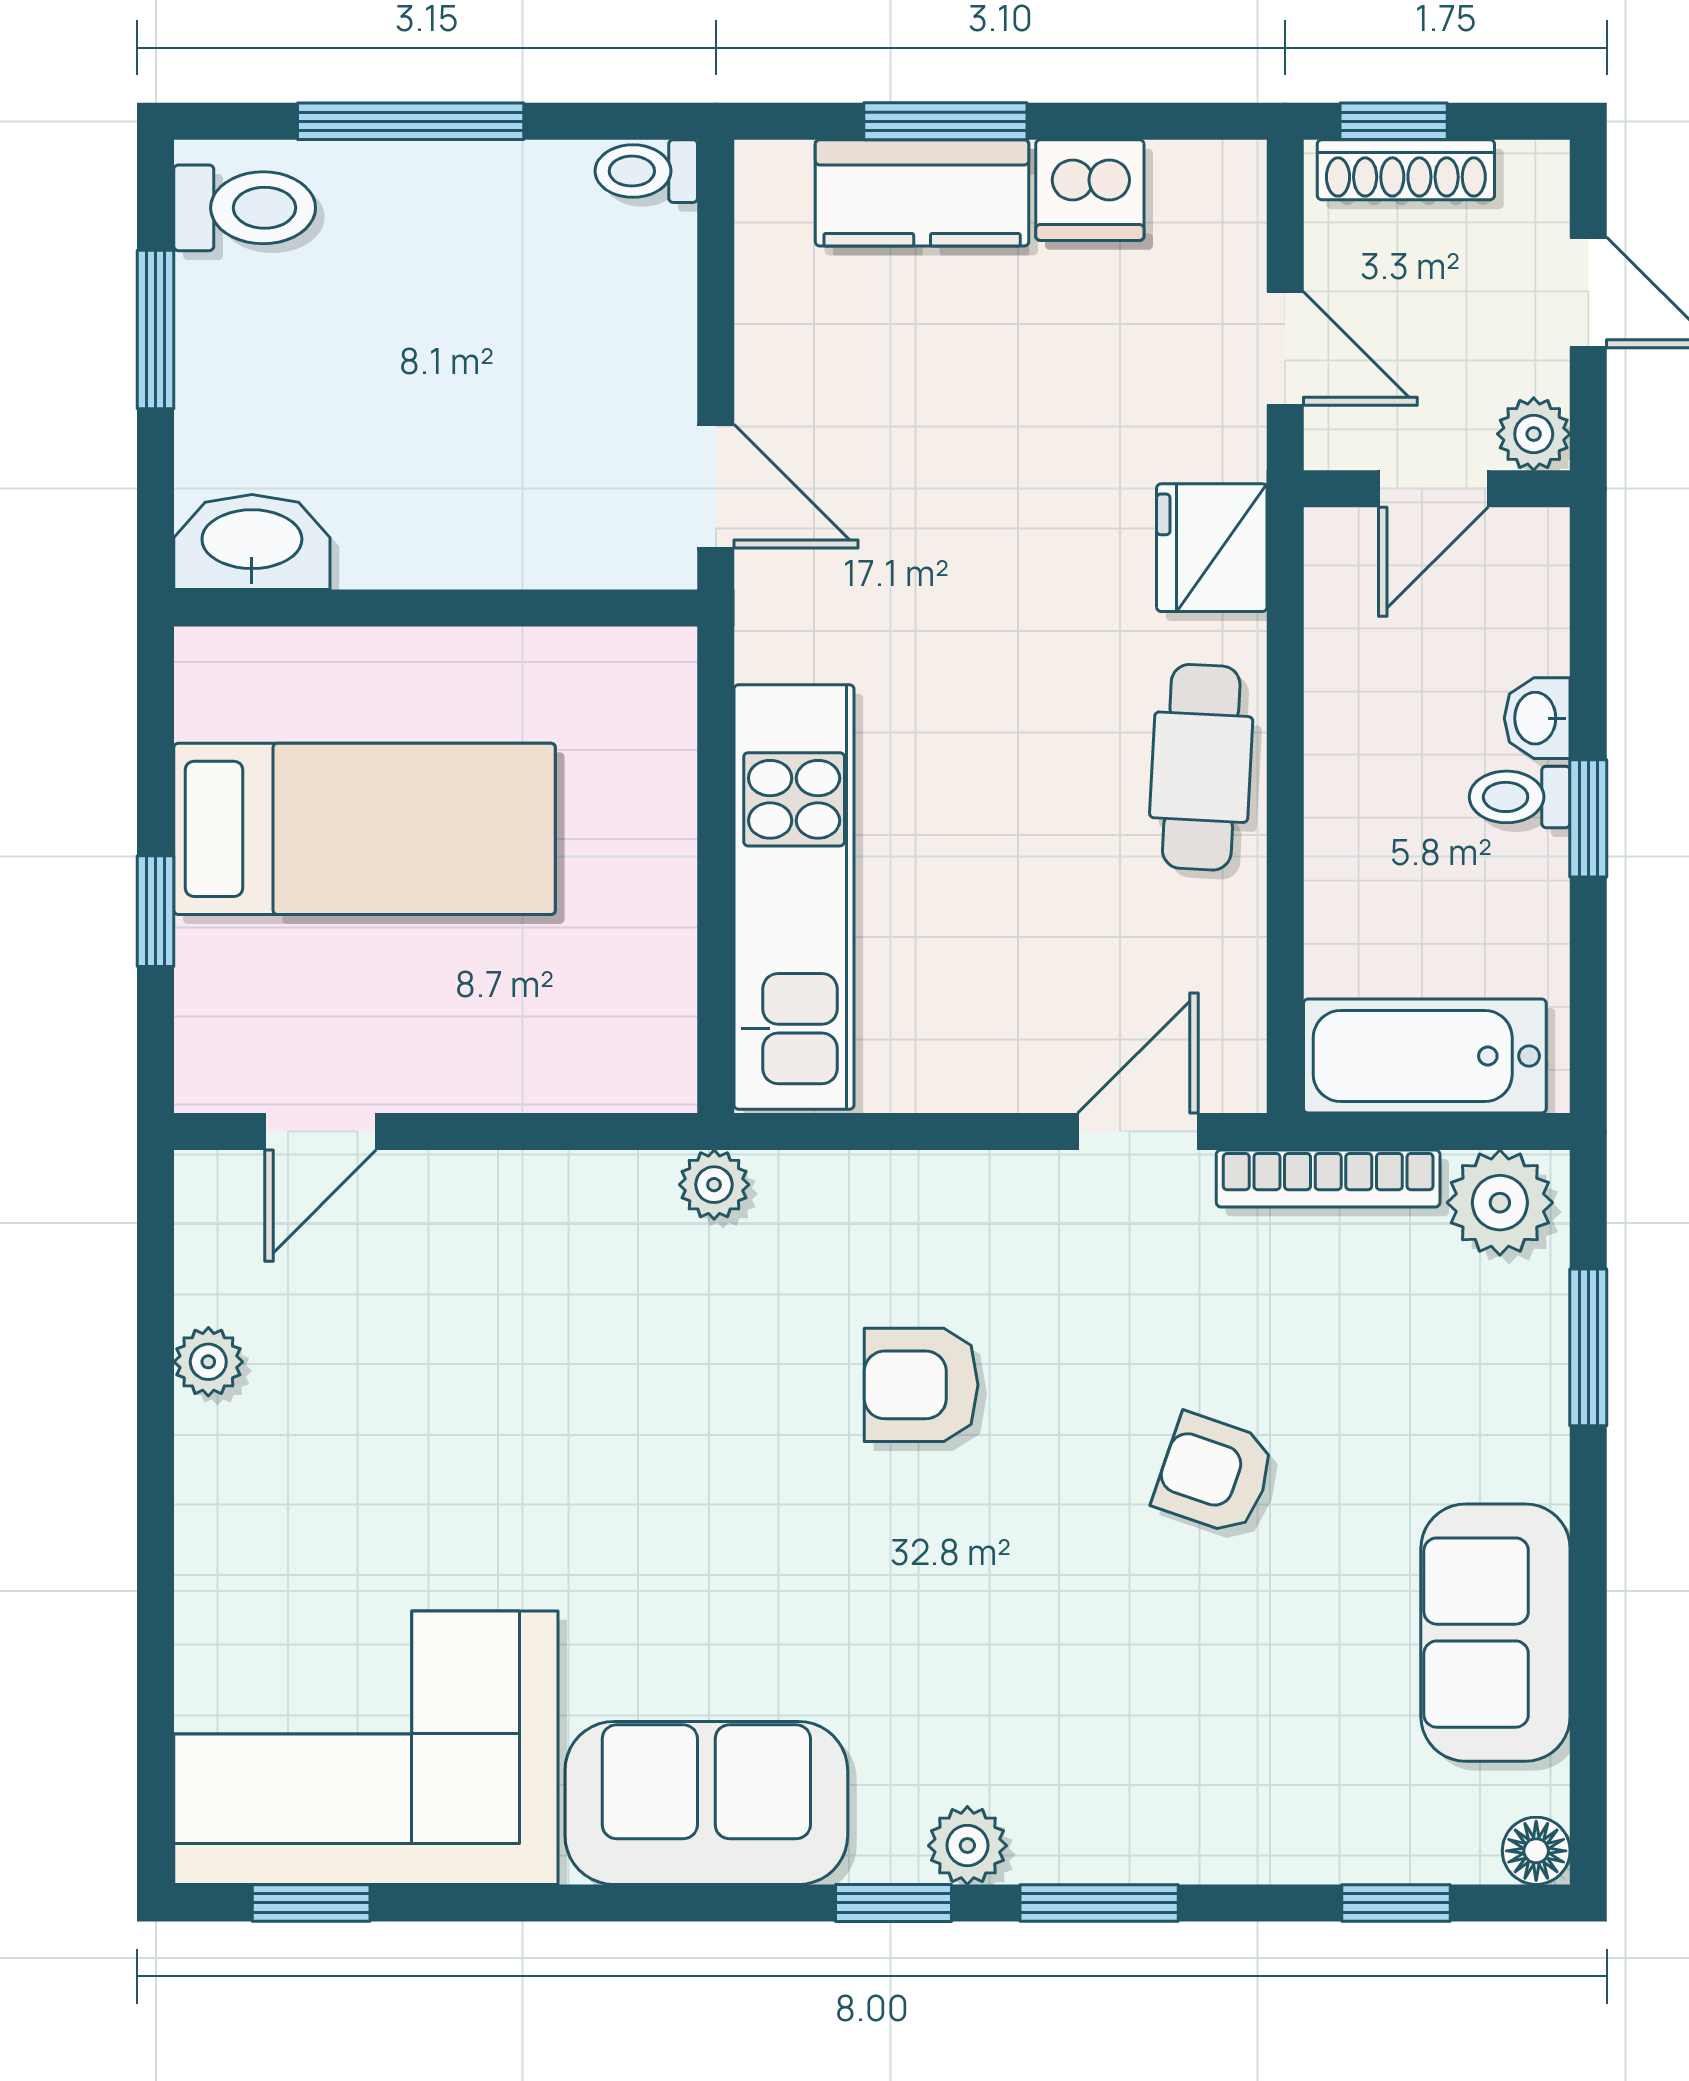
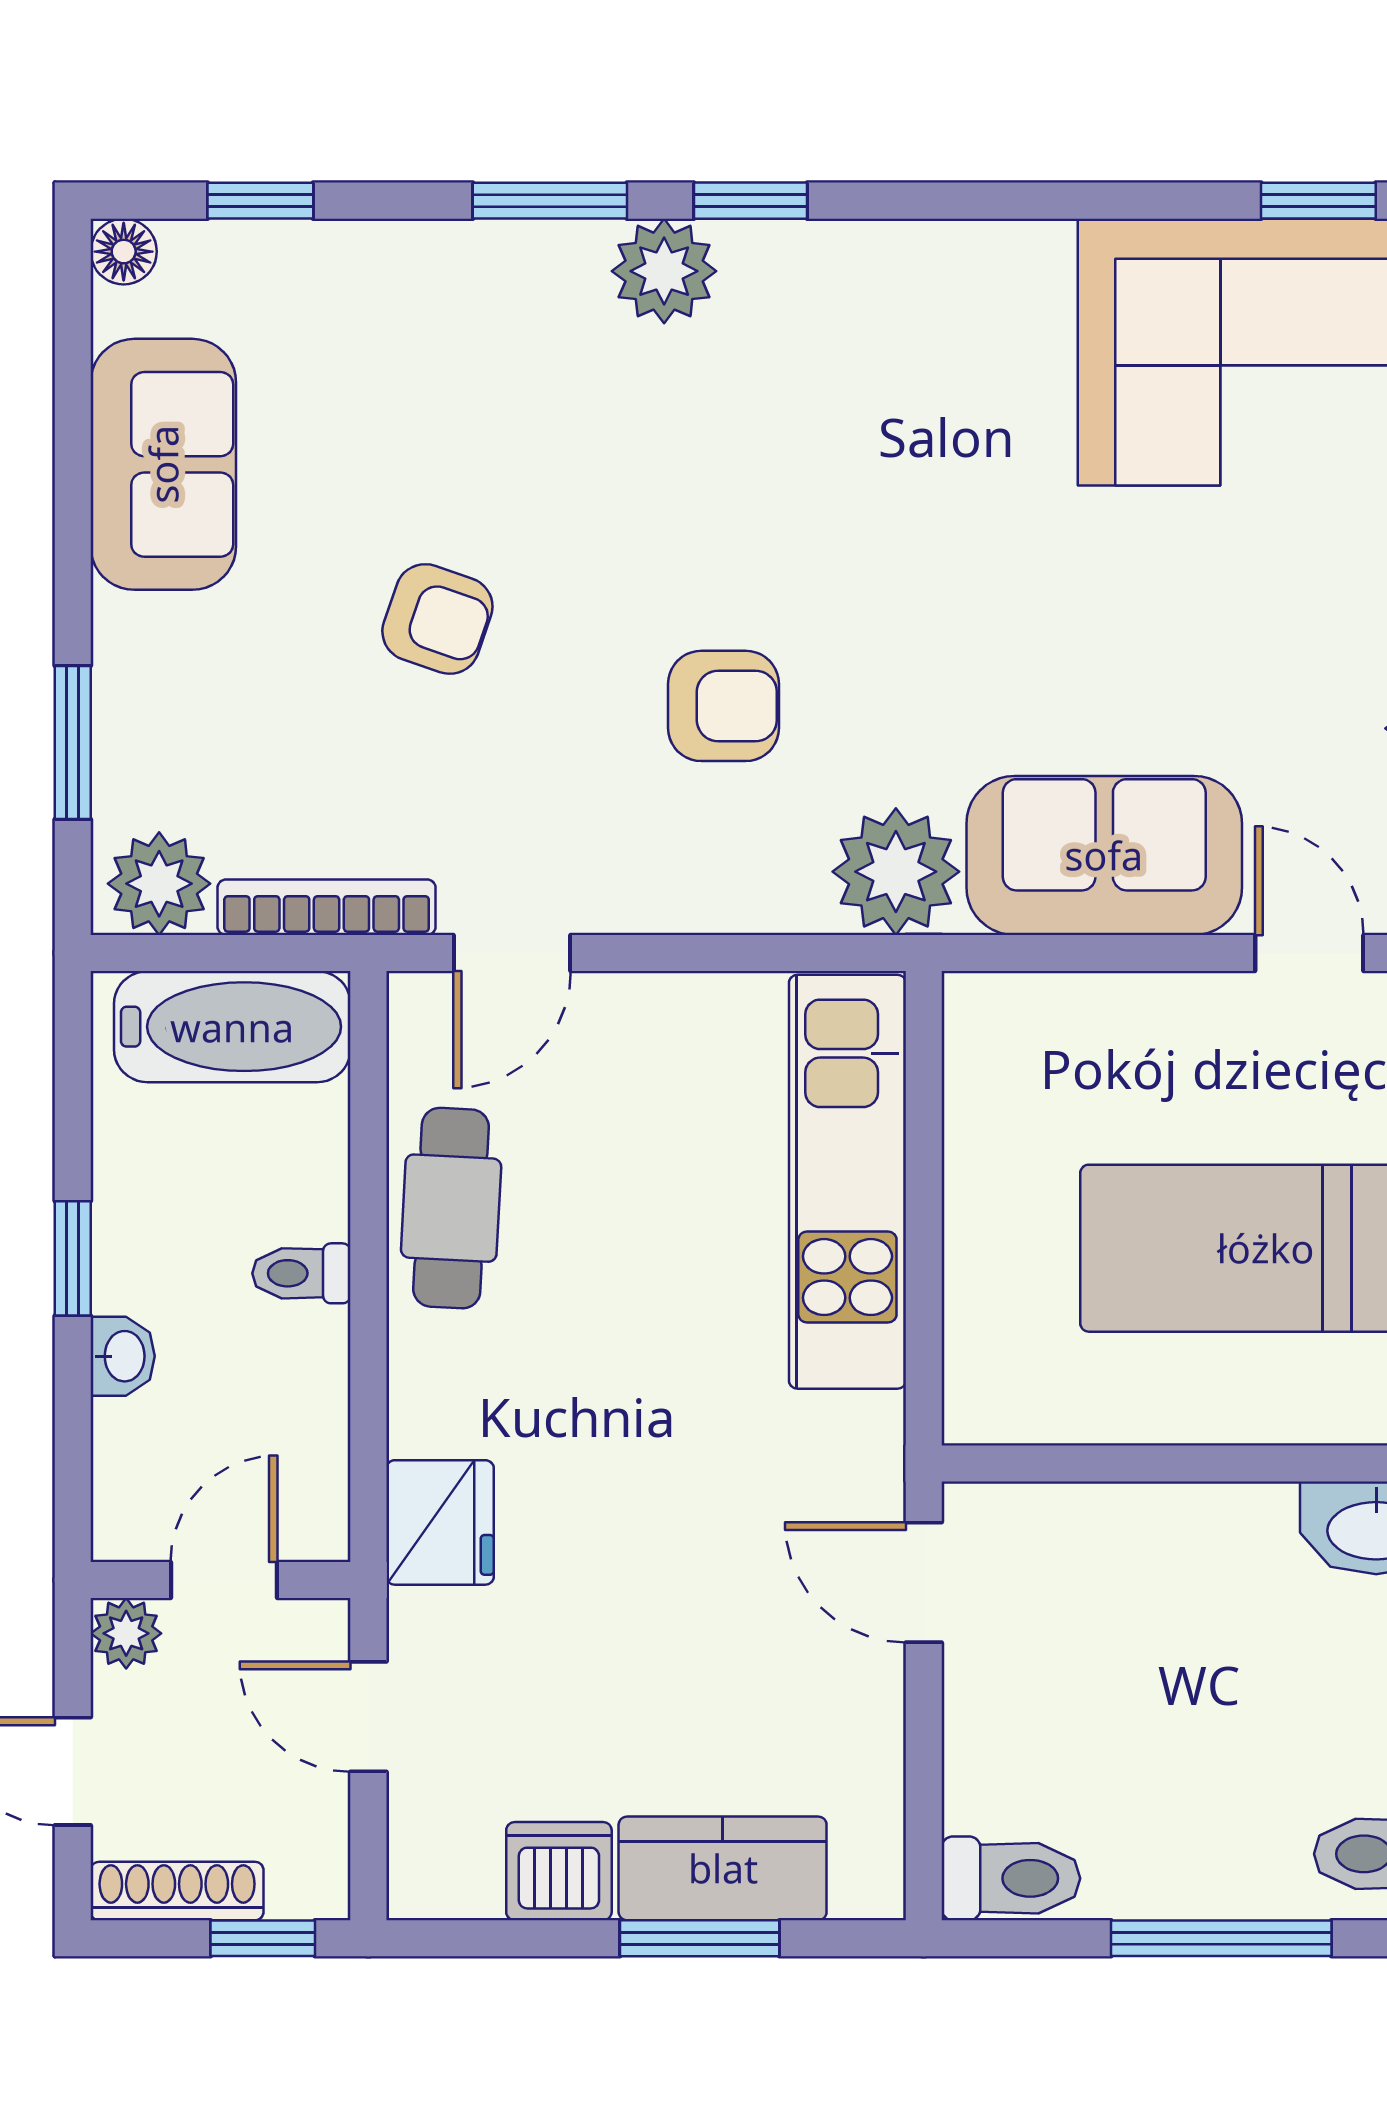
shoe rack: (1406, 170) -> (177, 1891), moved
toilet: (646, 171) -> (1011, 1878), width x1.37, depth x1.39
cafe table: (1201, 767) -> (451, 1208), moved
toilet: (1520, 797) -> (301, 1273), moved, turned 180
door: (320, 1132) -> (1309, 953), hinge flipped
plant: (714, 1185) -> (896, 872), width x1.88, depth x1.88
sofa: (706, 1803) -> (1104, 855), moved, turned 180
plant: (967, 1846) -> (664, 271), width x1.38, depth x1.38

